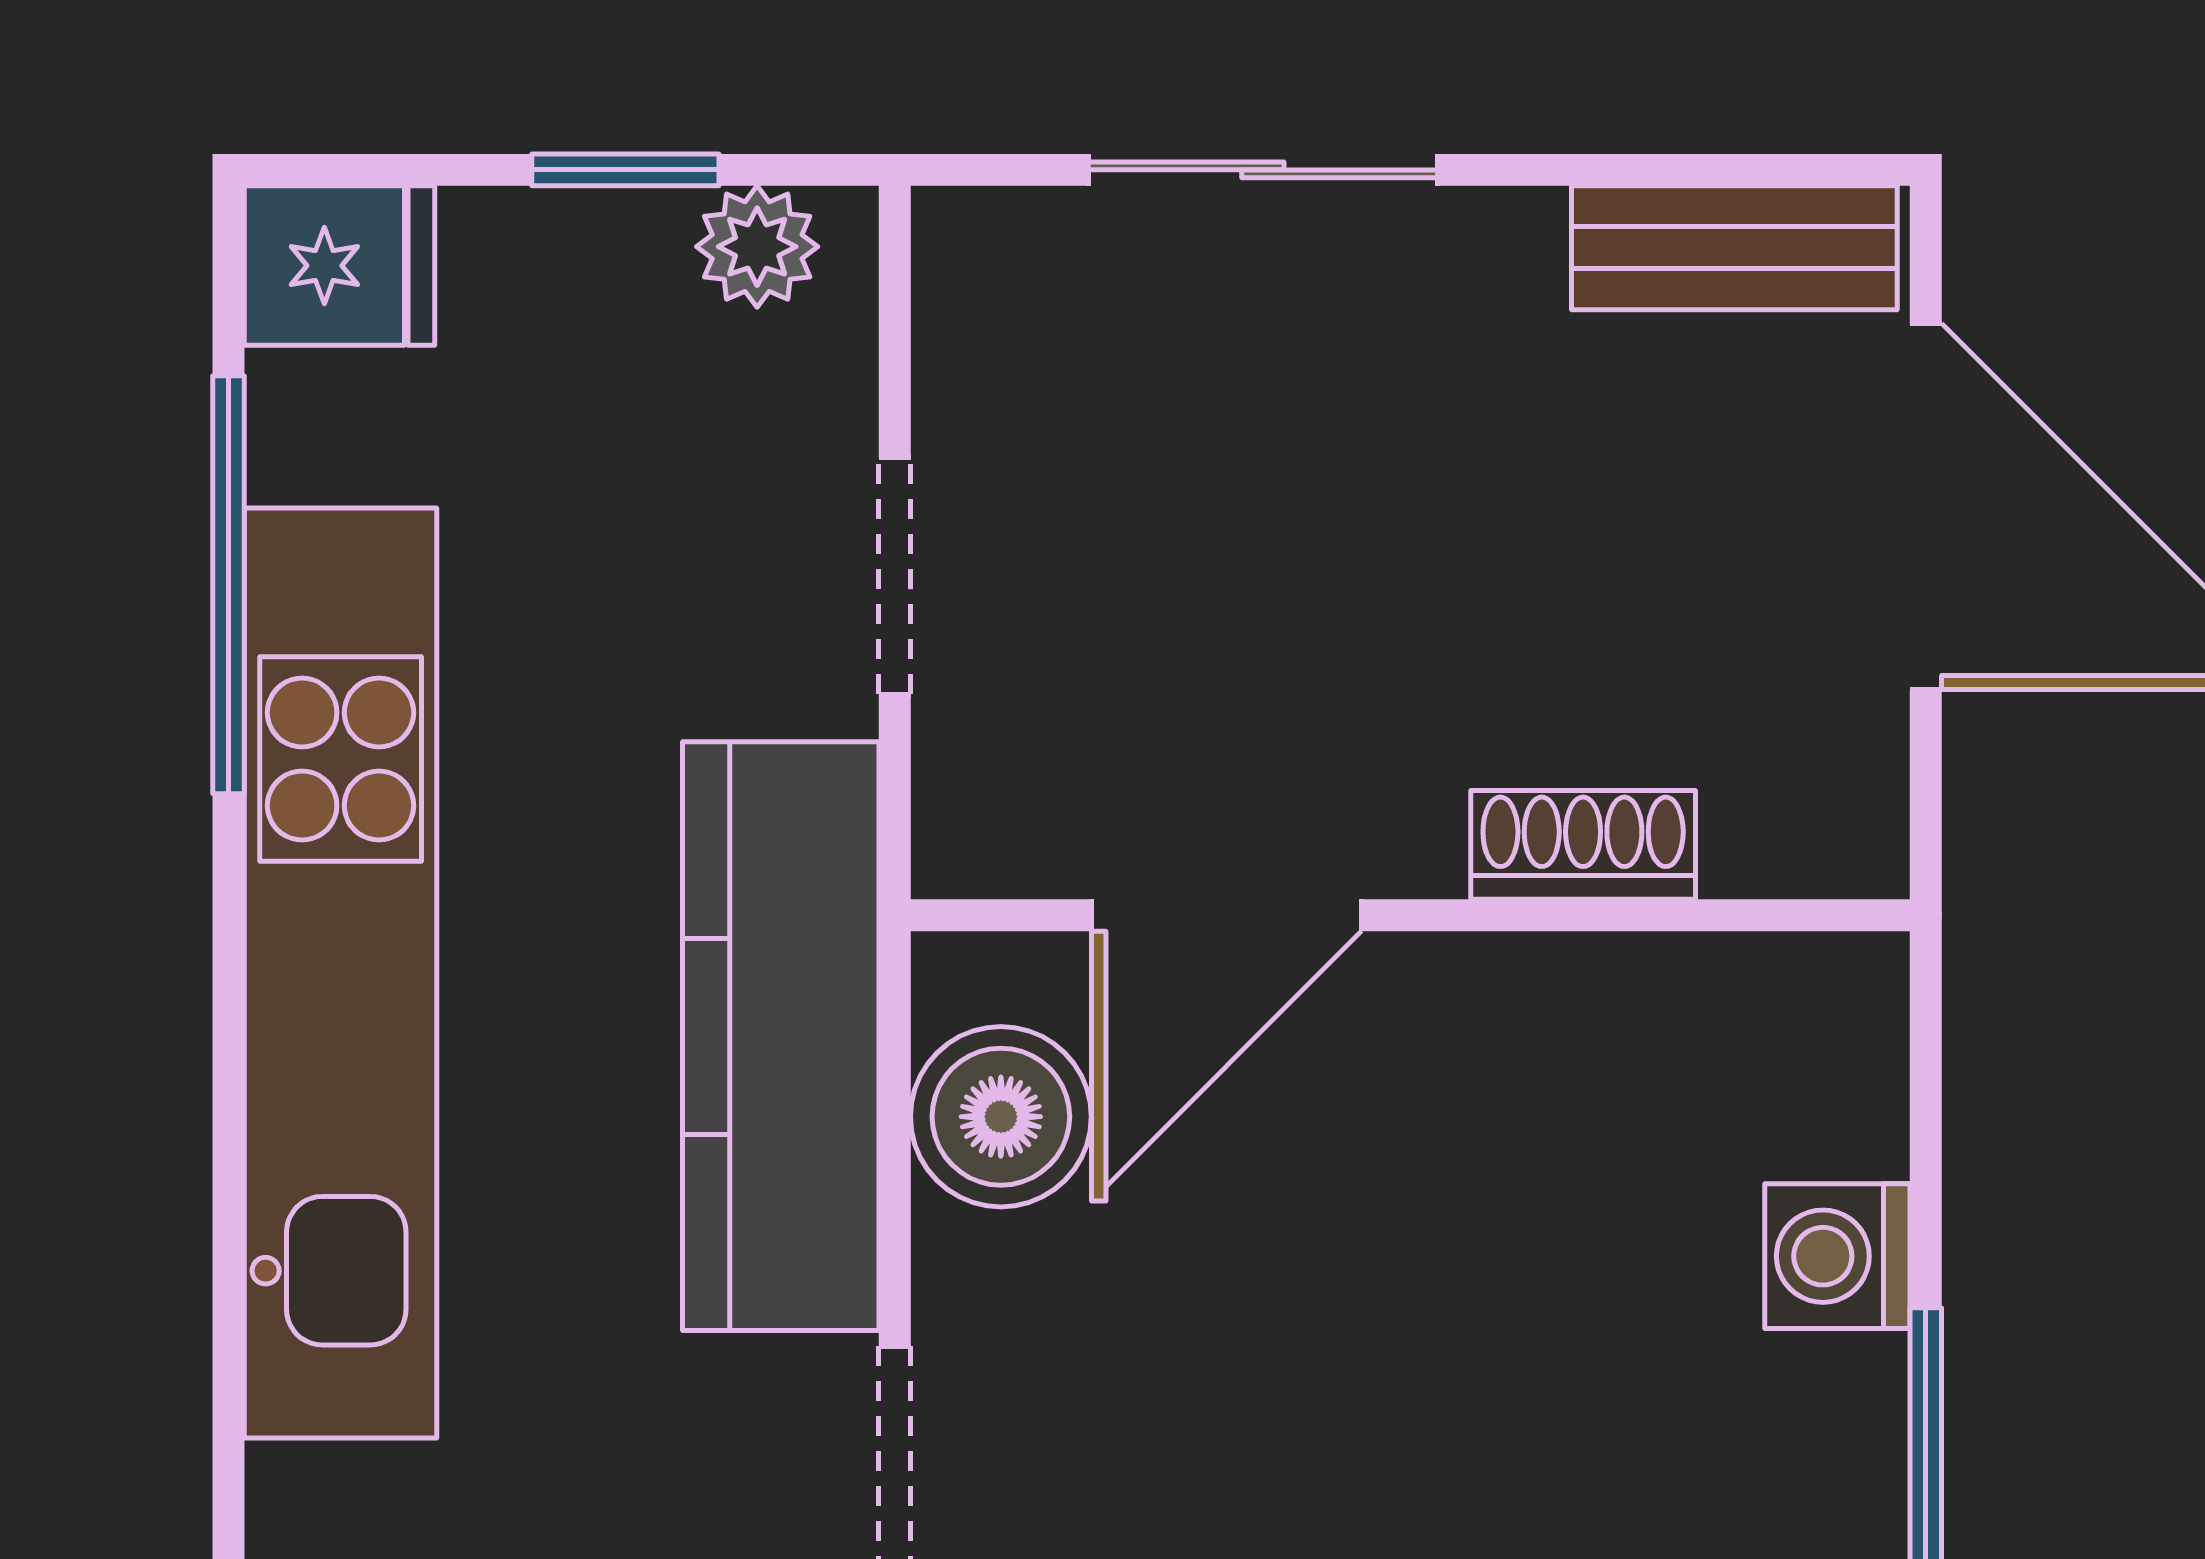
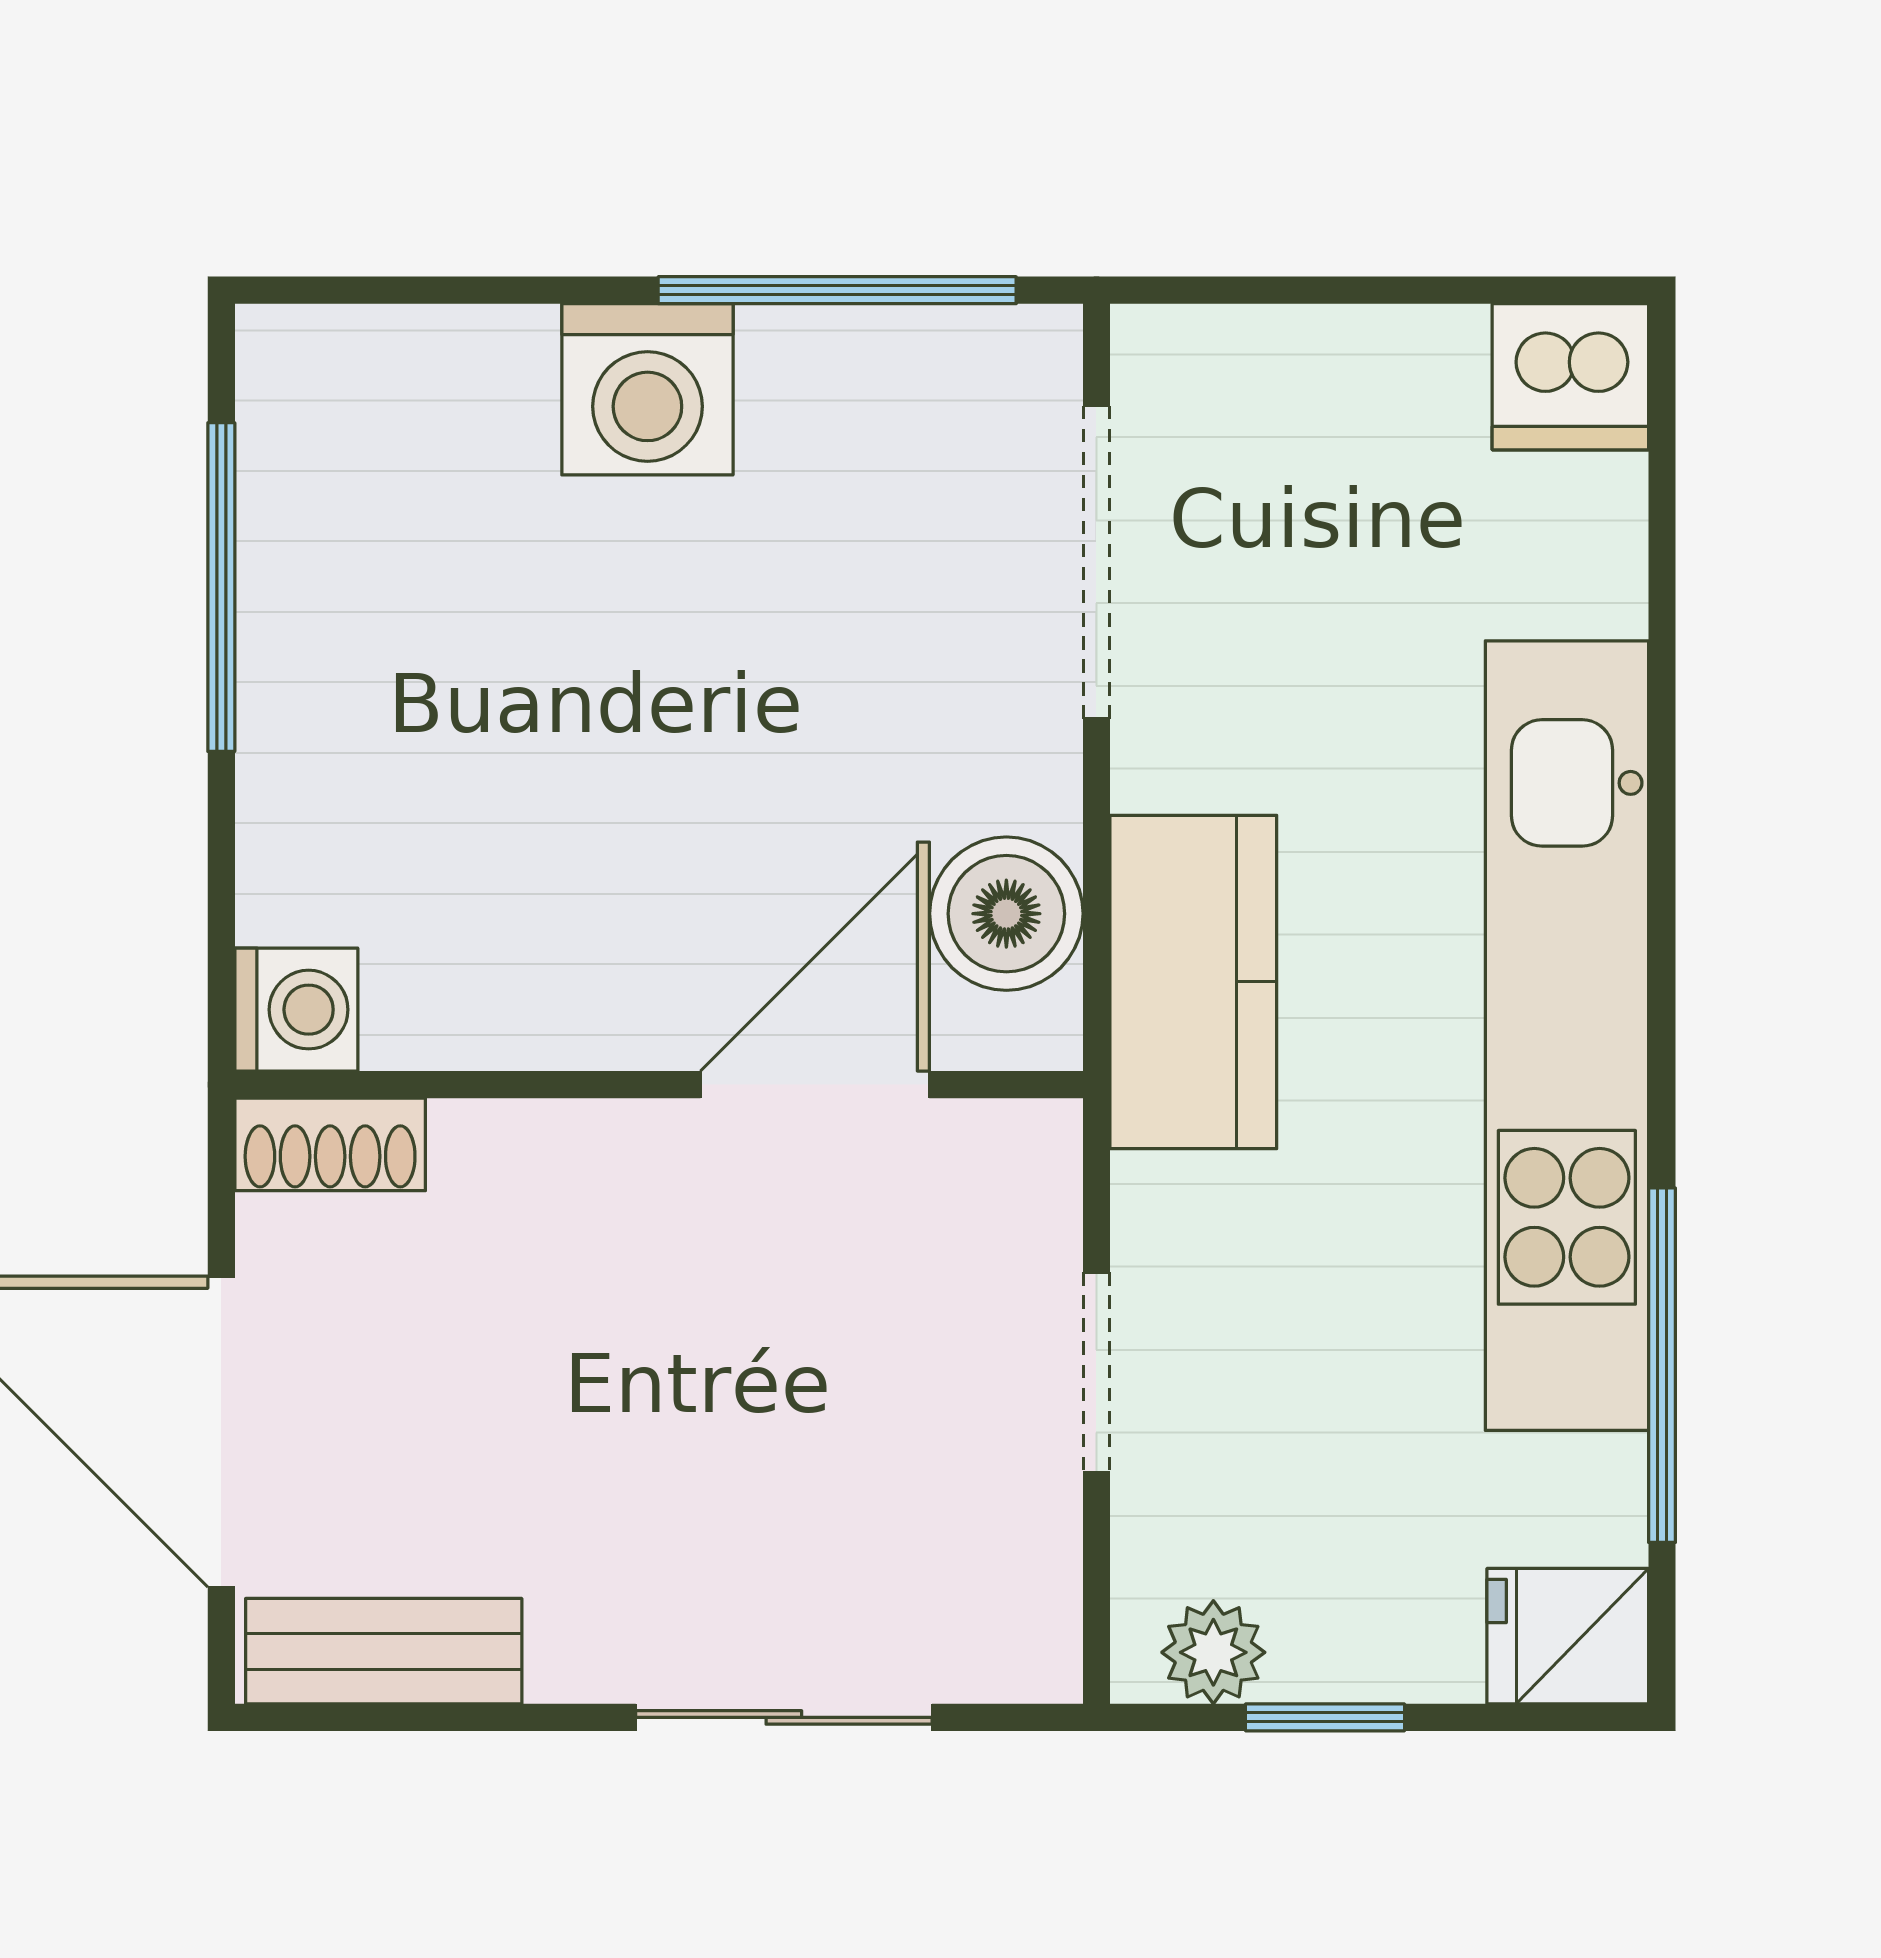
shoe rack: (1583, 845) -> (330, 1144), moved
kitchen counter: (781, 1036) -> (1193, 982), width x0.67
washing machine: (1837, 1256) -> (296, 1010), moved

